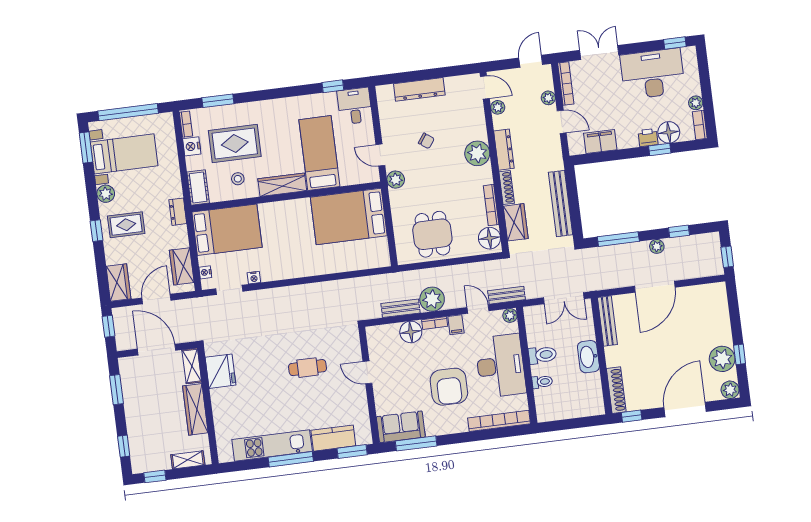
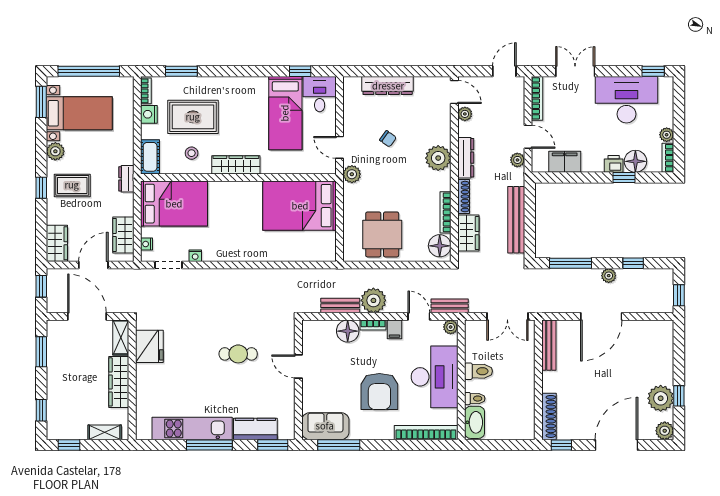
plant: (548, 98) -> (517, 160), moved
bed: (319, 153) -> (285, 113), moved, turned 180
washbasin: (588, 357) -> (475, 422), moved, turned 180

